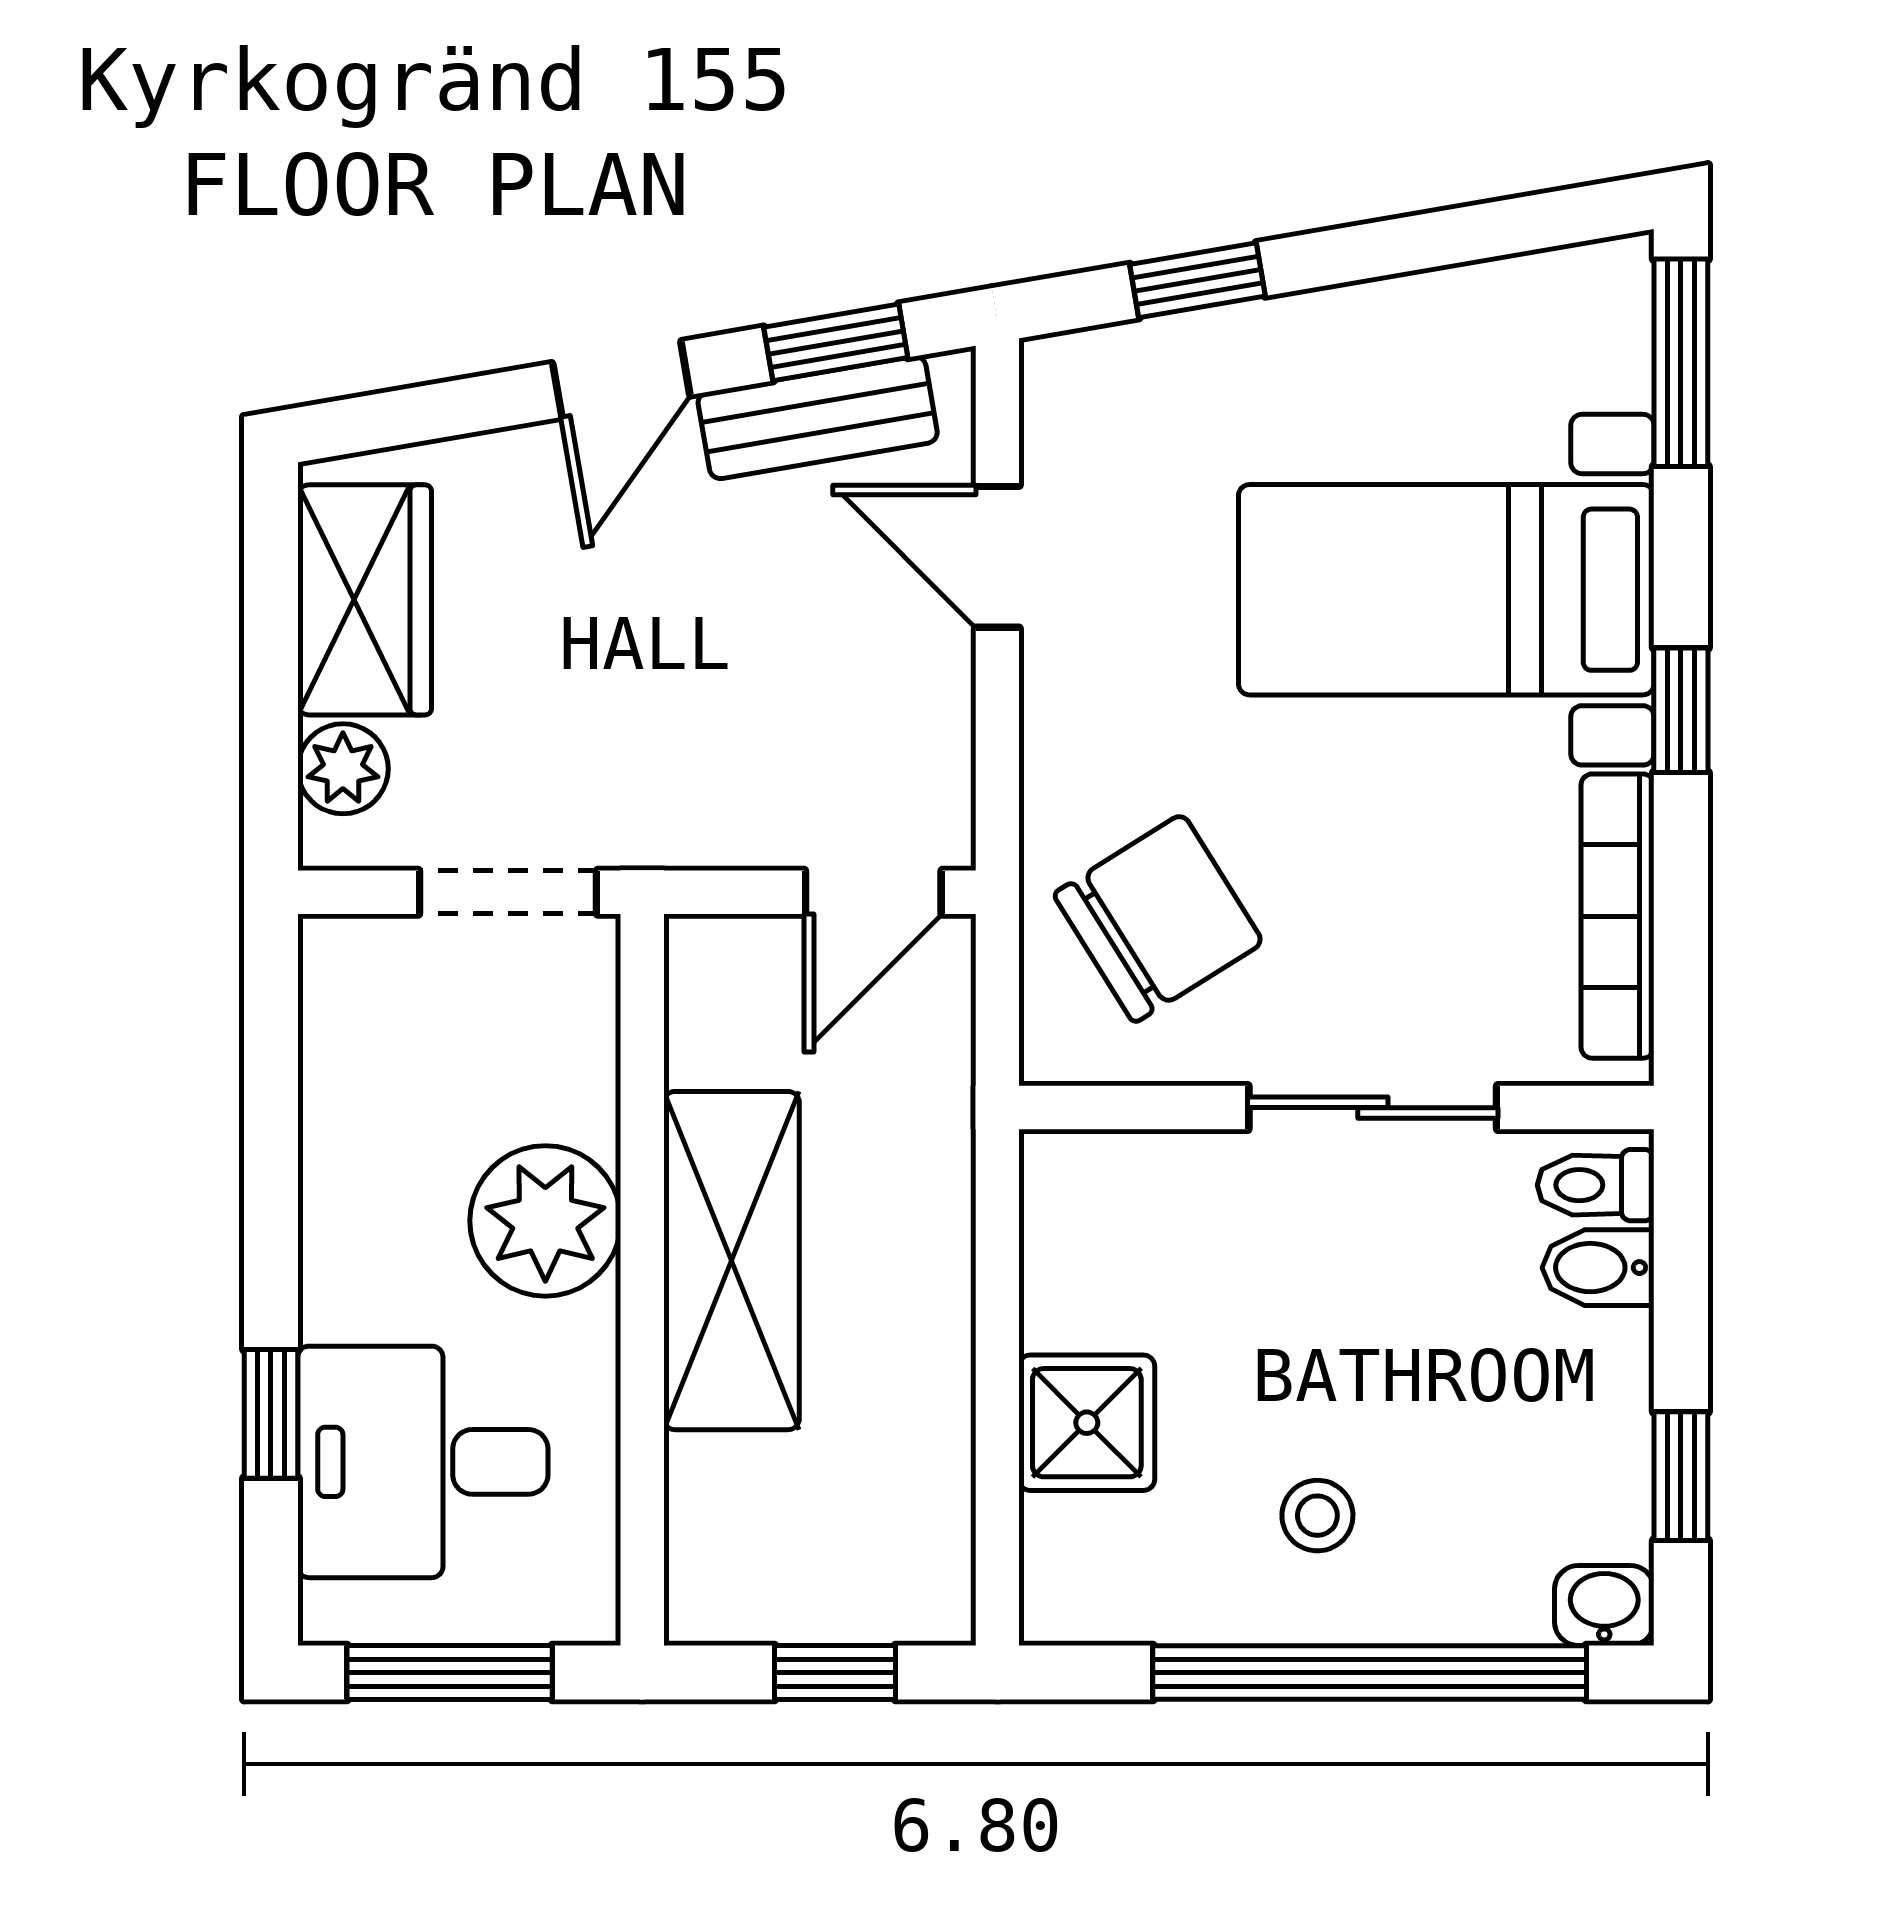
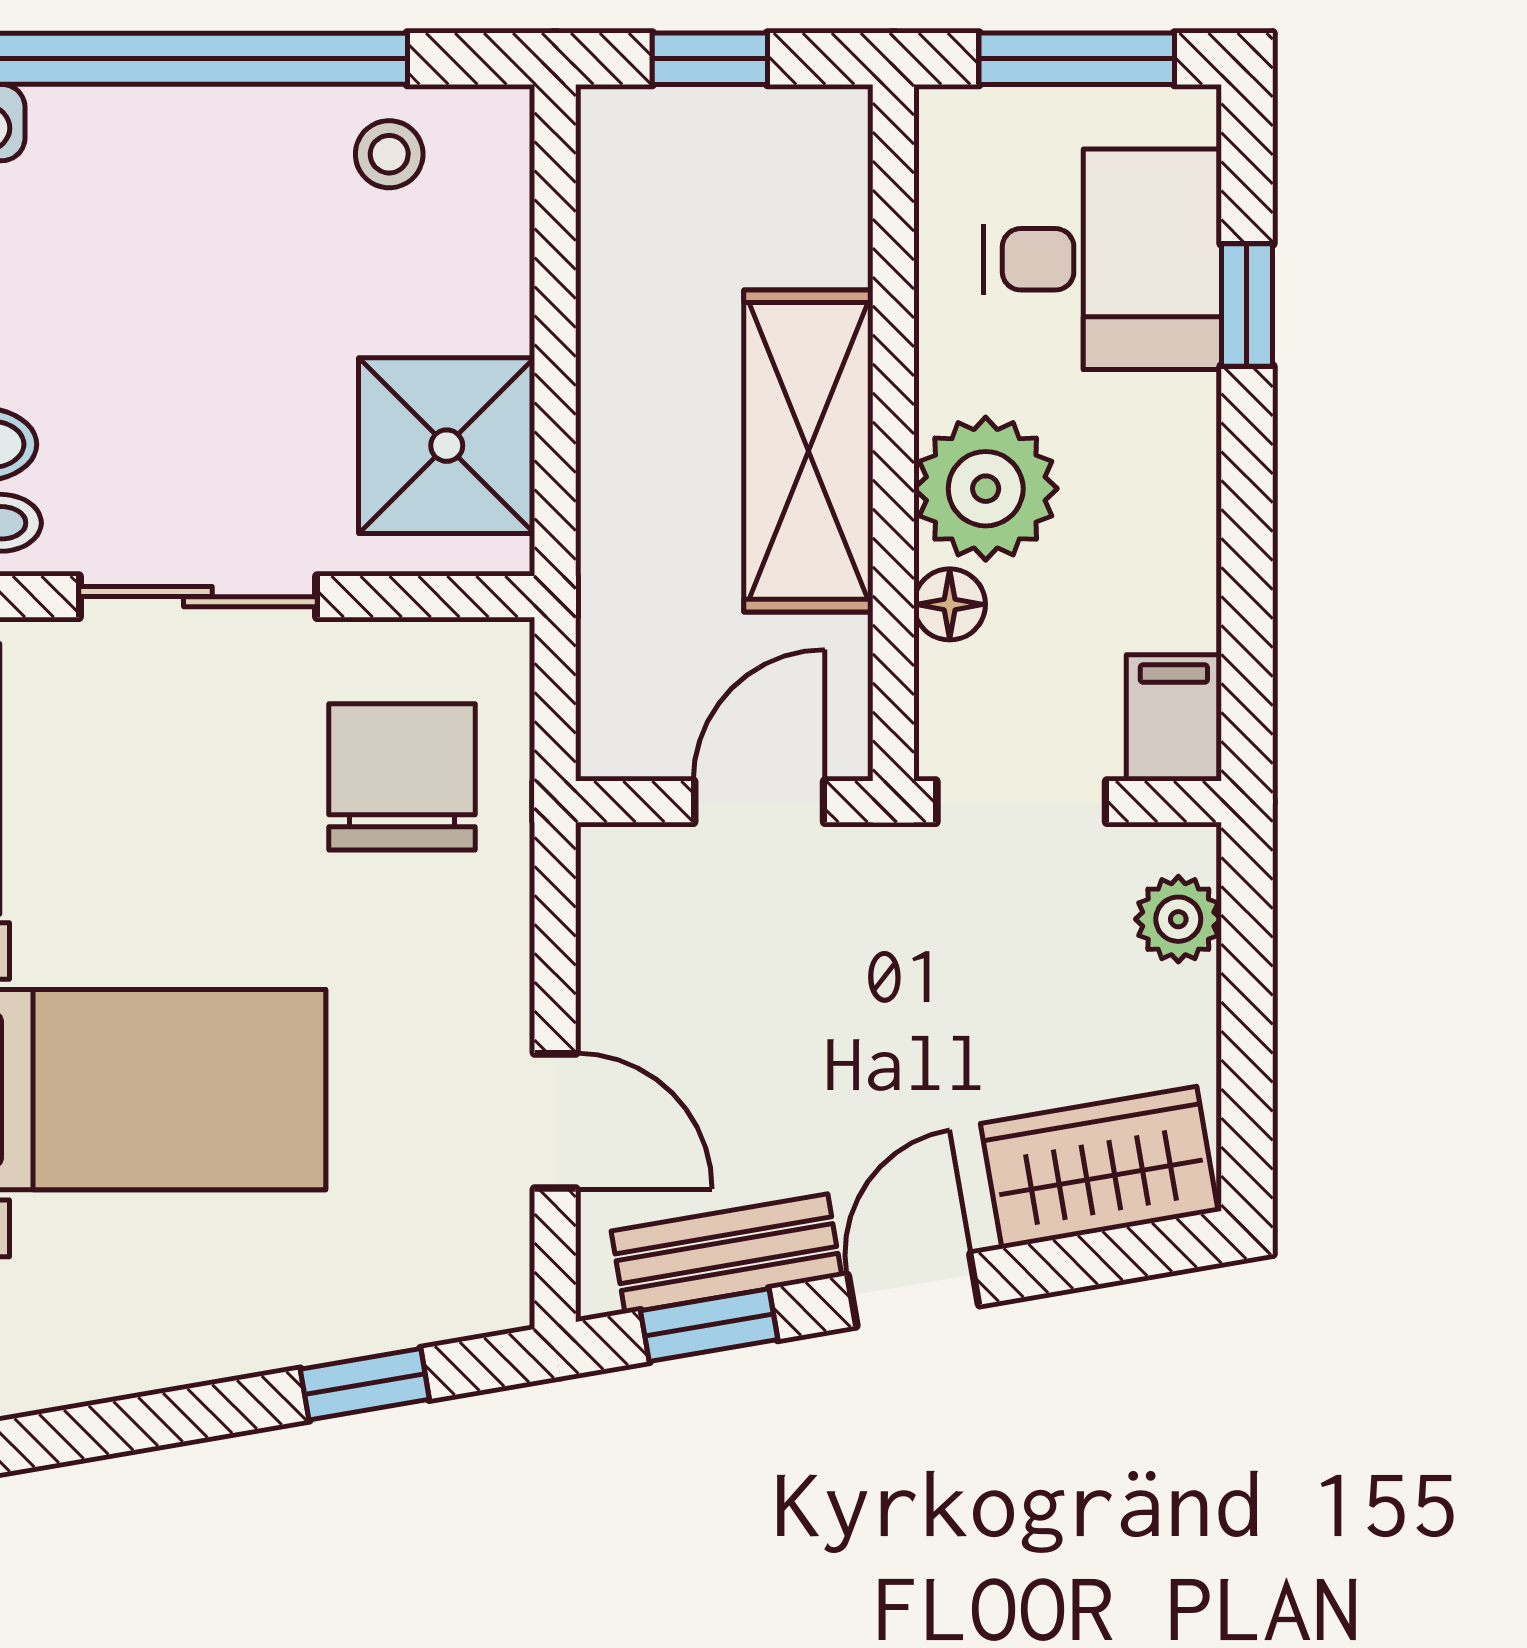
wardrobe: (365, 600) -> (1099, 1167), moved, turned 80
door: (873, 892) -> (759, 802), moved
chair: (1158, 918) -> (402, 777), turned 122
filing cabinet: (348, 980) -> (1174, 718), added
floor lamp: (583, 1099) -> (950, 604), added
shower: (1087, 1423) -> (447, 446), moved, width x1.36, depth x1.36
stool: (1317, 1516) -> (389, 154), moved

